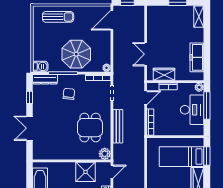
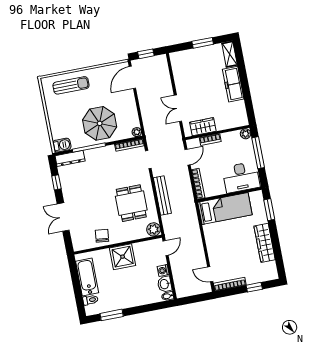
freezer: (197, 57) -> (233, 84), moved
chair: (69, 94) -> (102, 236), moved
desk: (192, 110) -> (241, 177), moved, turned 90
bed: (181, 157) -> (225, 209), moved, turned 180
shower: (85, 172) -> (123, 257), moved

